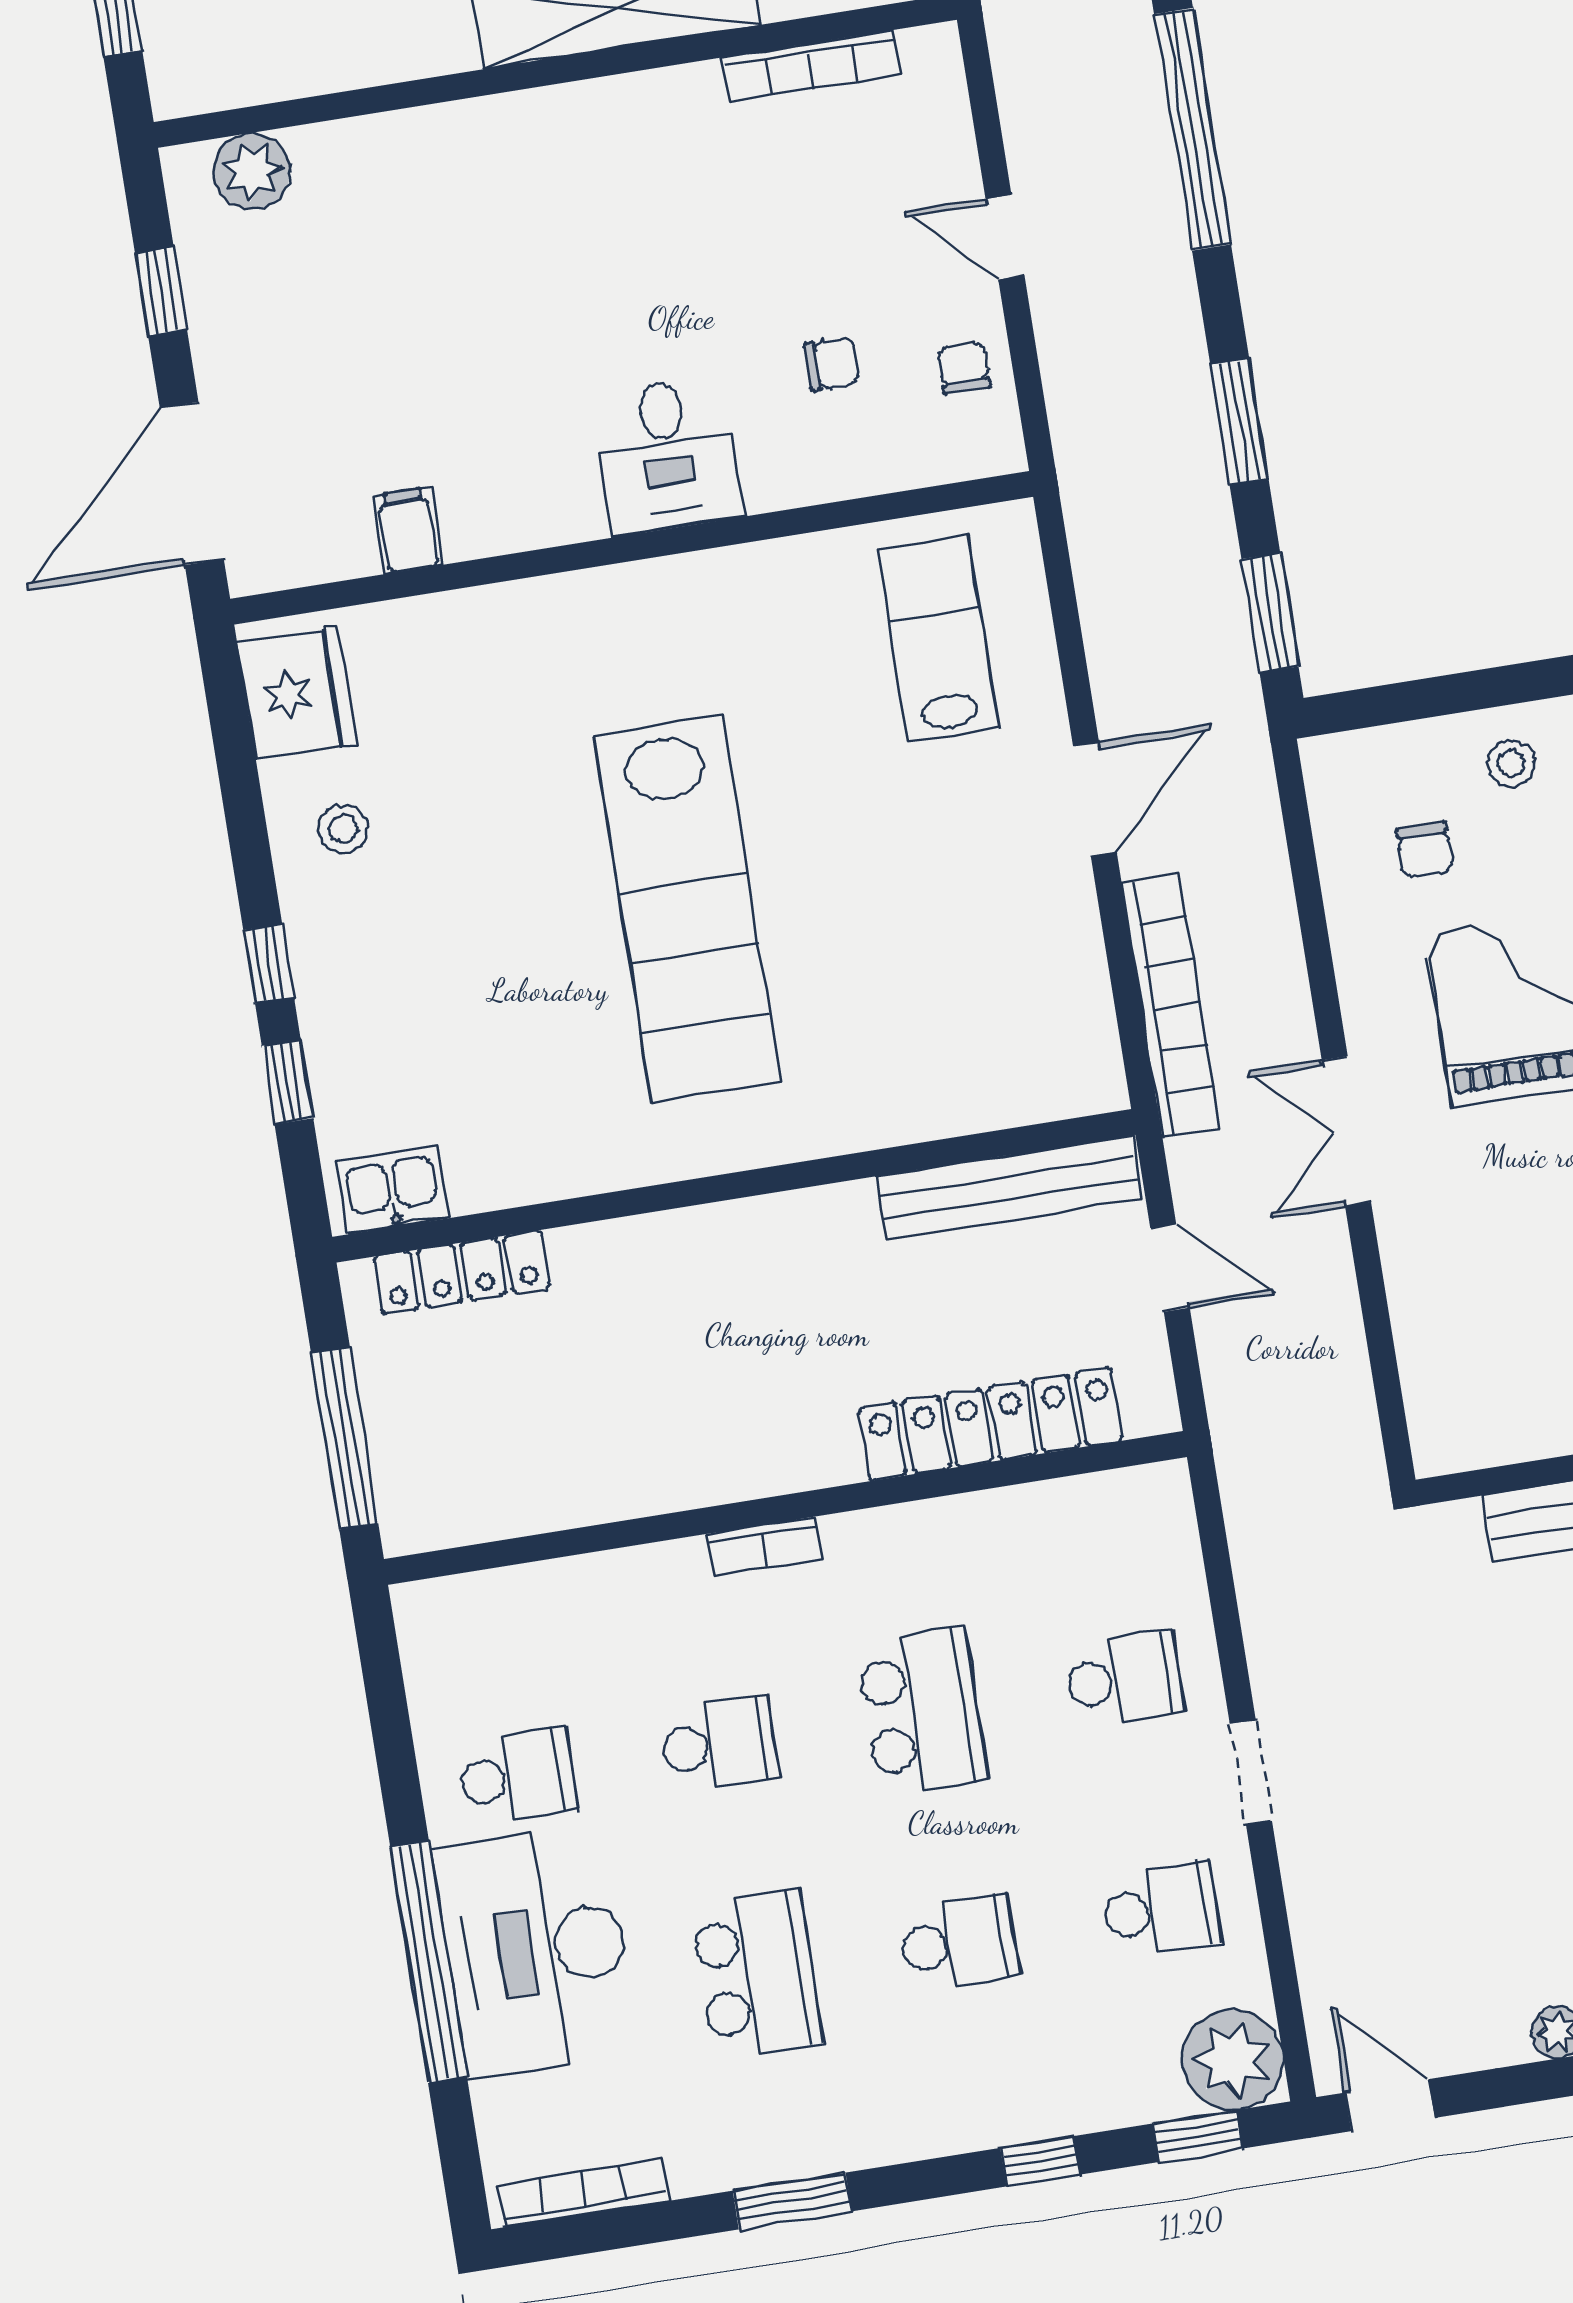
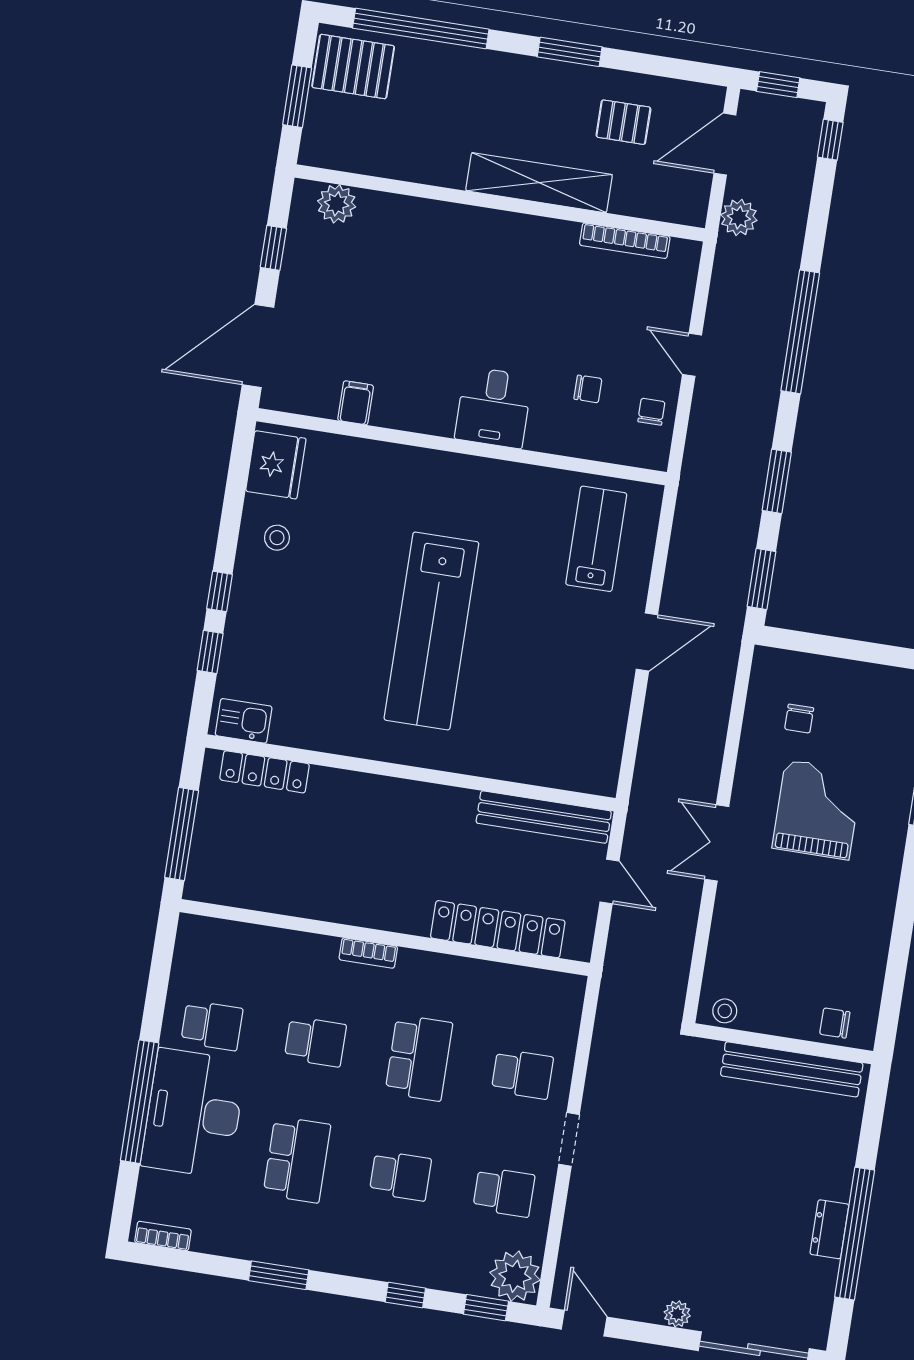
stool: (1511, 763) -> (725, 1011), moved
bookcase: (1171, 1006) -> (651, 754), removed
bookcase: (583, 2193) -> (163, 1236), width x0.64

